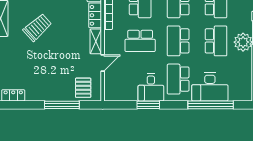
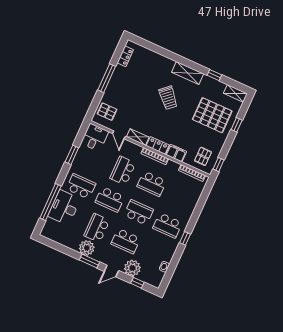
school desk: (178, 41) -> (110, 199), turned 180
school desk: (216, 41) -> (97, 228), turned 90
desk: (151, 87) -> (95, 137), moved, turned 90
window: (62, 105) -> (107, 78), moved

